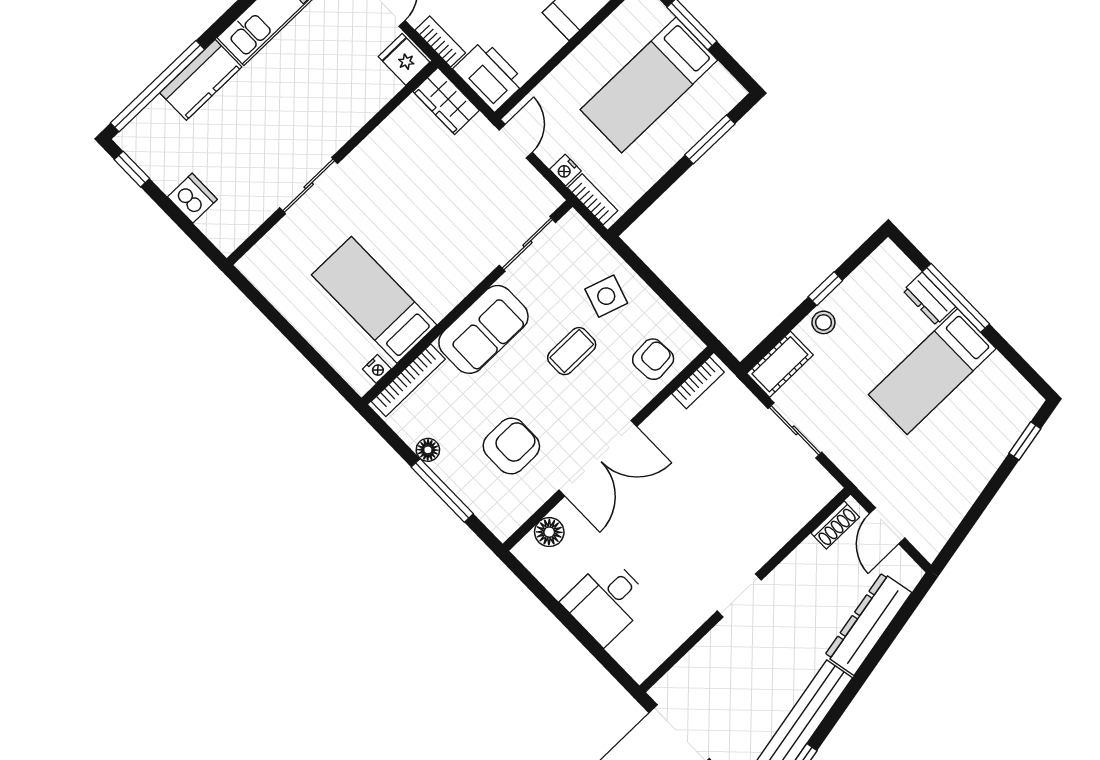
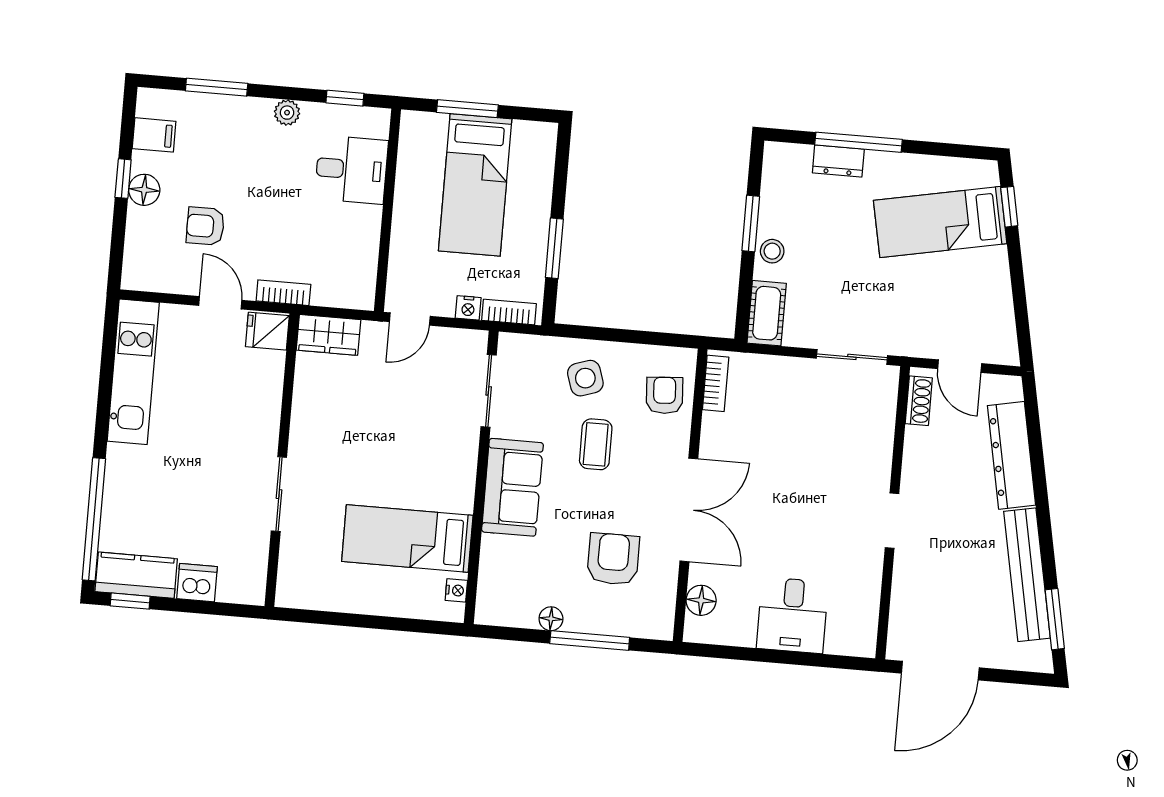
printer: (489, 76) -> (345, 286), removed
kitchen counter: (201, 80) -> (136, 575), moved, turned -90
window: (710, 139) -> (554, 248), moved
door: (516, 141) -> (410, 319), swing flipped
window: (825, 289) -> (751, 223), width x1.50
side table: (606, 296) -> (585, 378), turned -36
bed: (932, 372) -> (940, 222), moved, turned 79
bookcase: (408, 380) -> (488, 578), removed
sliding door: (795, 430) -> (852, 357), moved

